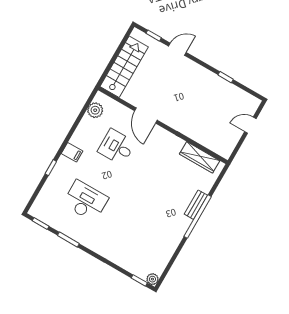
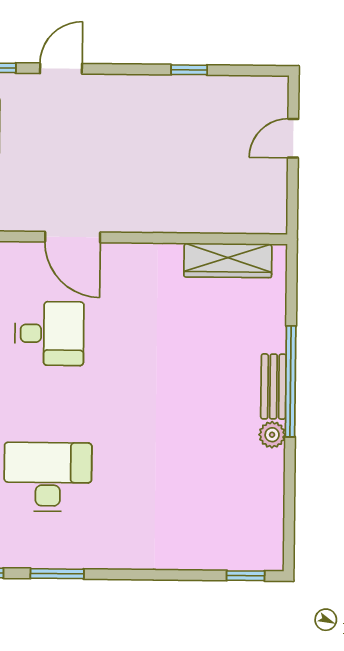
desk: (117, 147) -> (49, 333), turned 180
bench: (196, 205) -> (273, 387), moved
plant: (152, 279) -> (272, 435), moved

